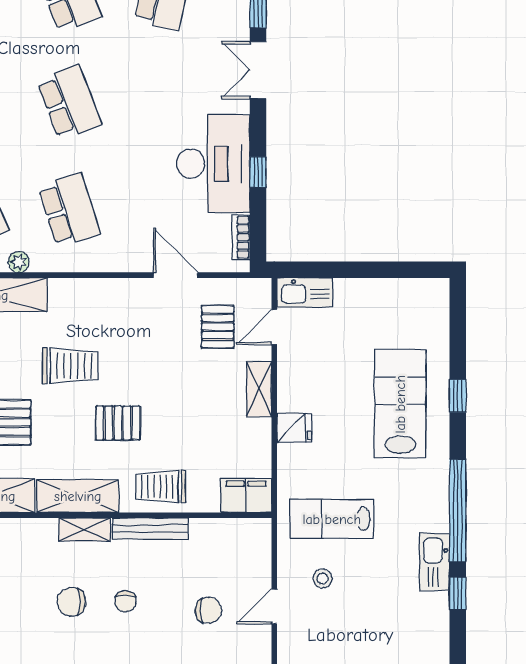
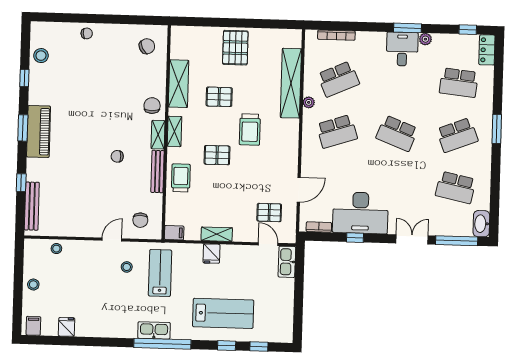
school desk: (69, 102) -> (397, 133), turned 42
shelving: (259, 389) -> (217, 234), moved
pallet: (118, 423) -> (217, 155), turned 90
shelving: (78, 496) -> (175, 131), width x0.67, depth x0.75
filing cabinet: (246, 496) -> (174, 233), width x0.50
kitchen sink: (435, 562) -> (154, 330), moved
window: (458, 593) -> (259, 346), moved
chair: (71, 602) -> (152, 106), moved
door: (274, 607) -> (112, 239), hinge flipped
chair: (208, 610) -> (140, 220), moved

